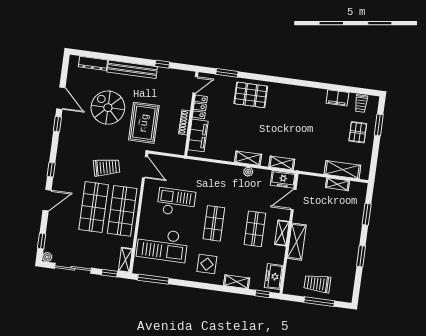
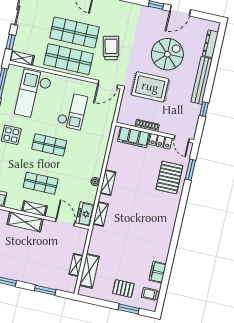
pallet: (251, 95) -> (169, 177), moved
trolley: (107, 167) -> (111, 48), turned 180

